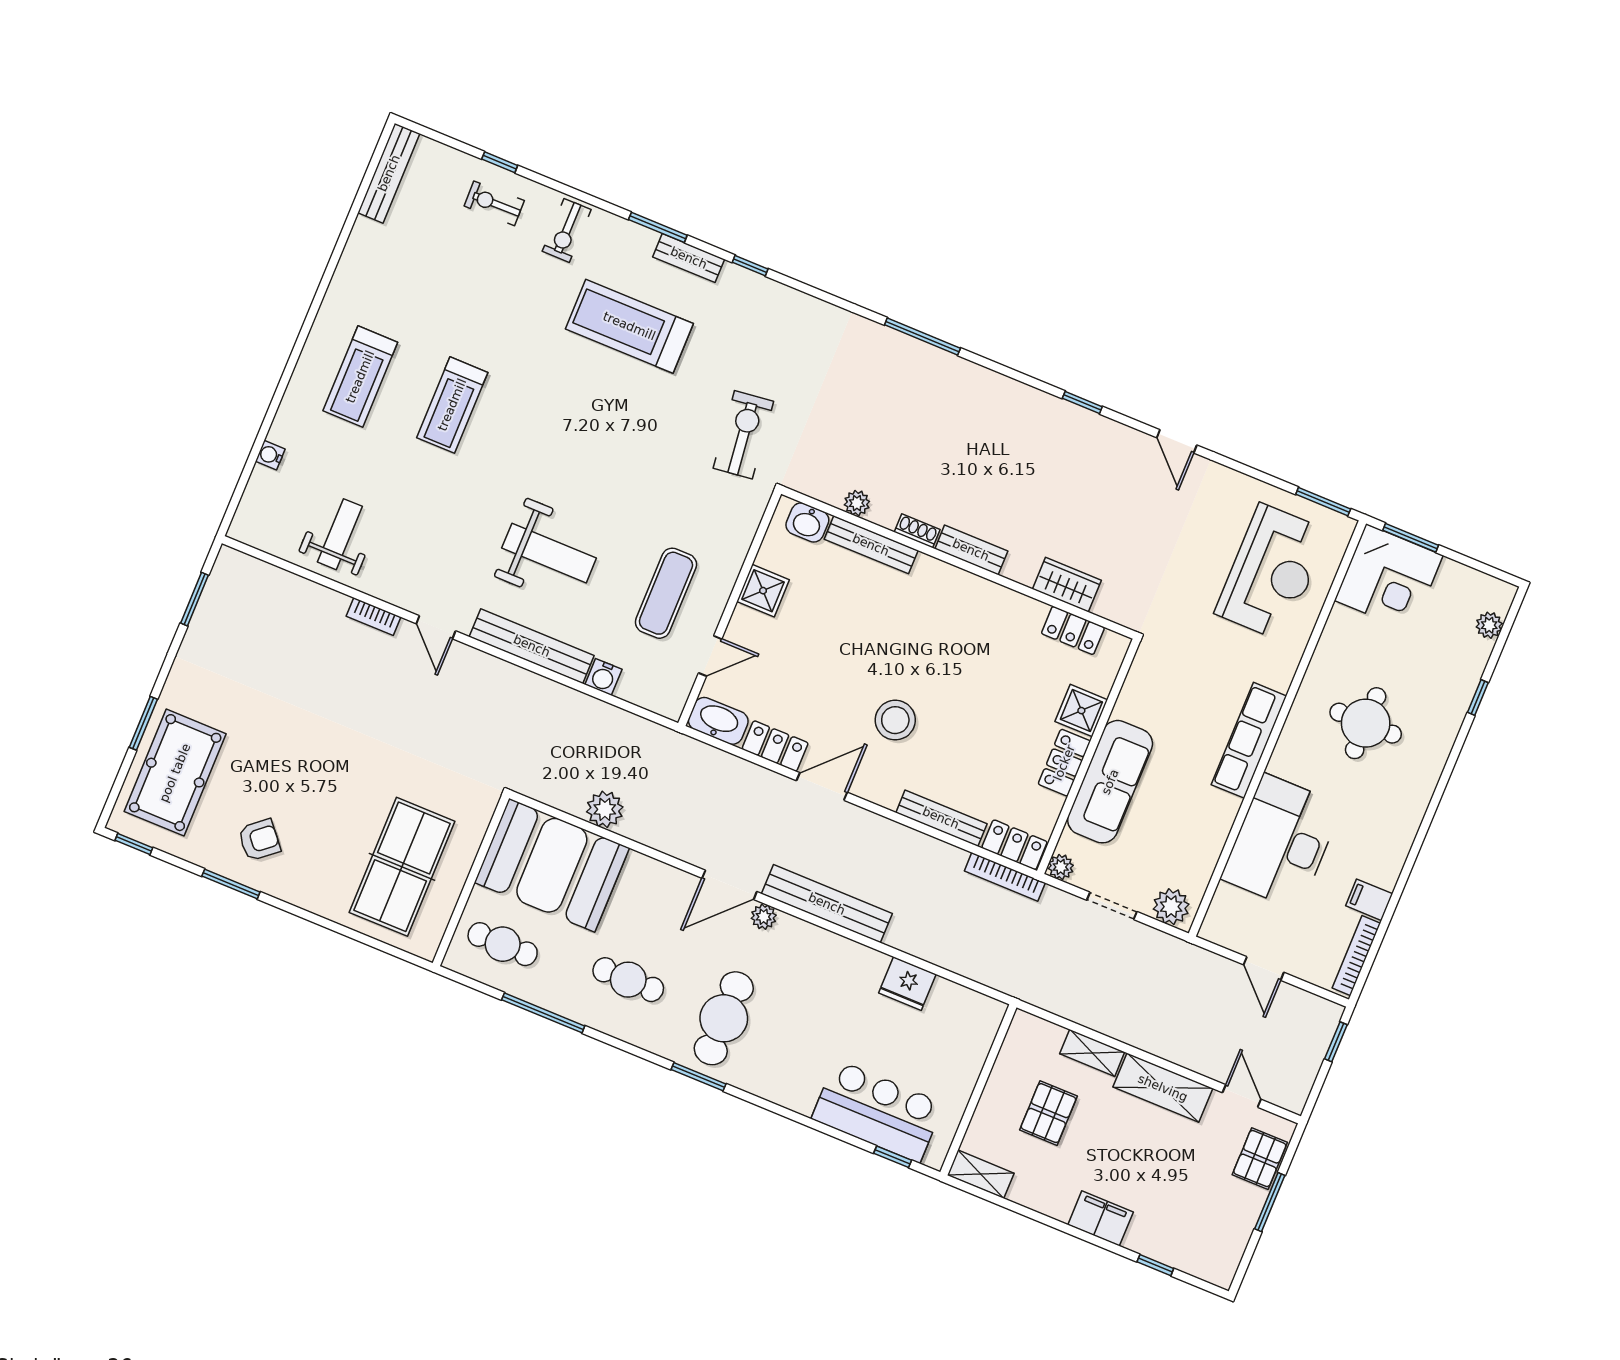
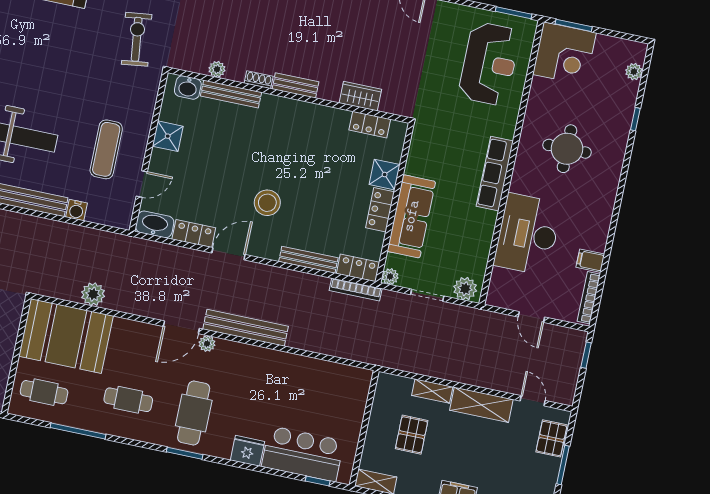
fridge: (907, 984) -> (247, 451), moved, turned 180

